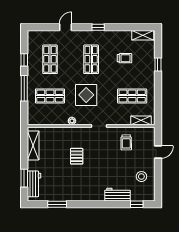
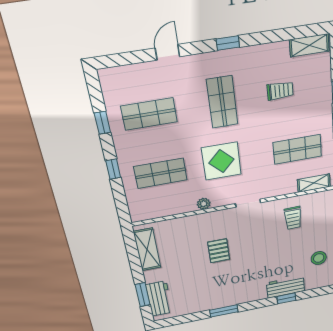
shop shelf: (50, 59) -> (149, 114), turned 90
window: (24, 88) -> (113, 169), width x0.46
window: (57, 204) -> (224, 311), moved
window: (137, 204) -> (286, 298), moved

